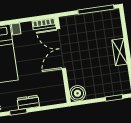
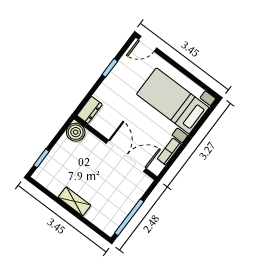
bookcase: (44, 24) -> (169, 151), moved
dresser: (28, 102) -> (90, 110), moved

